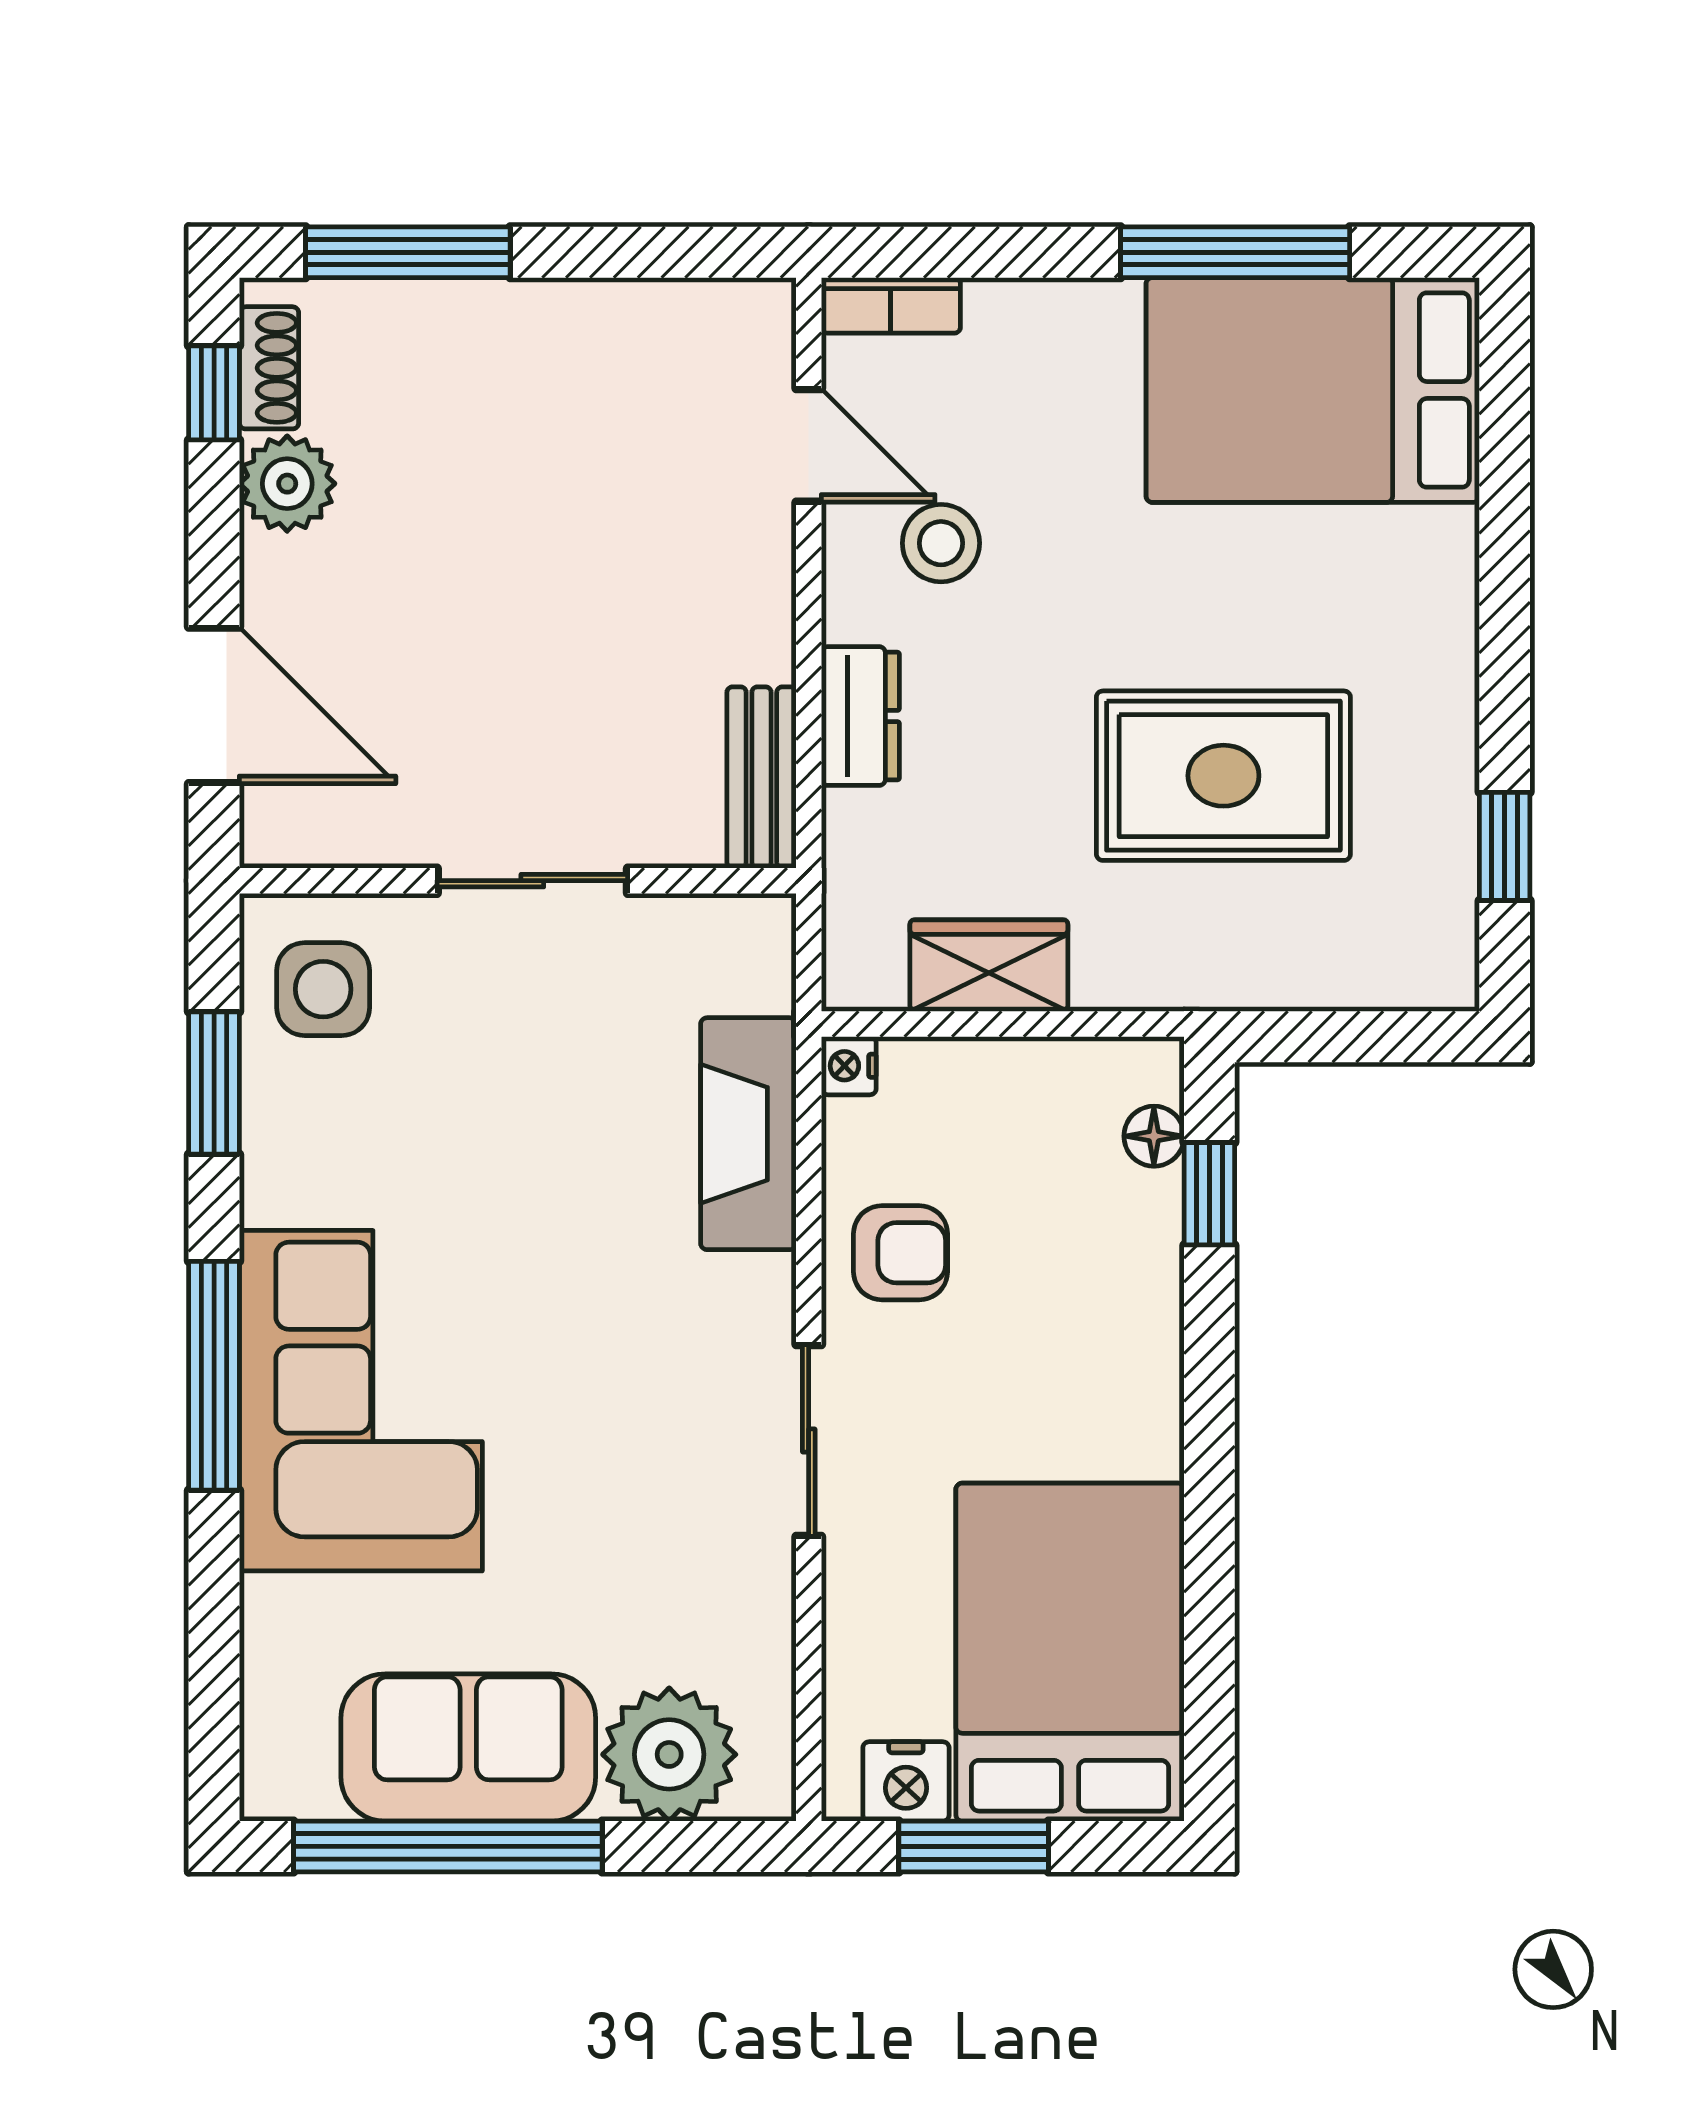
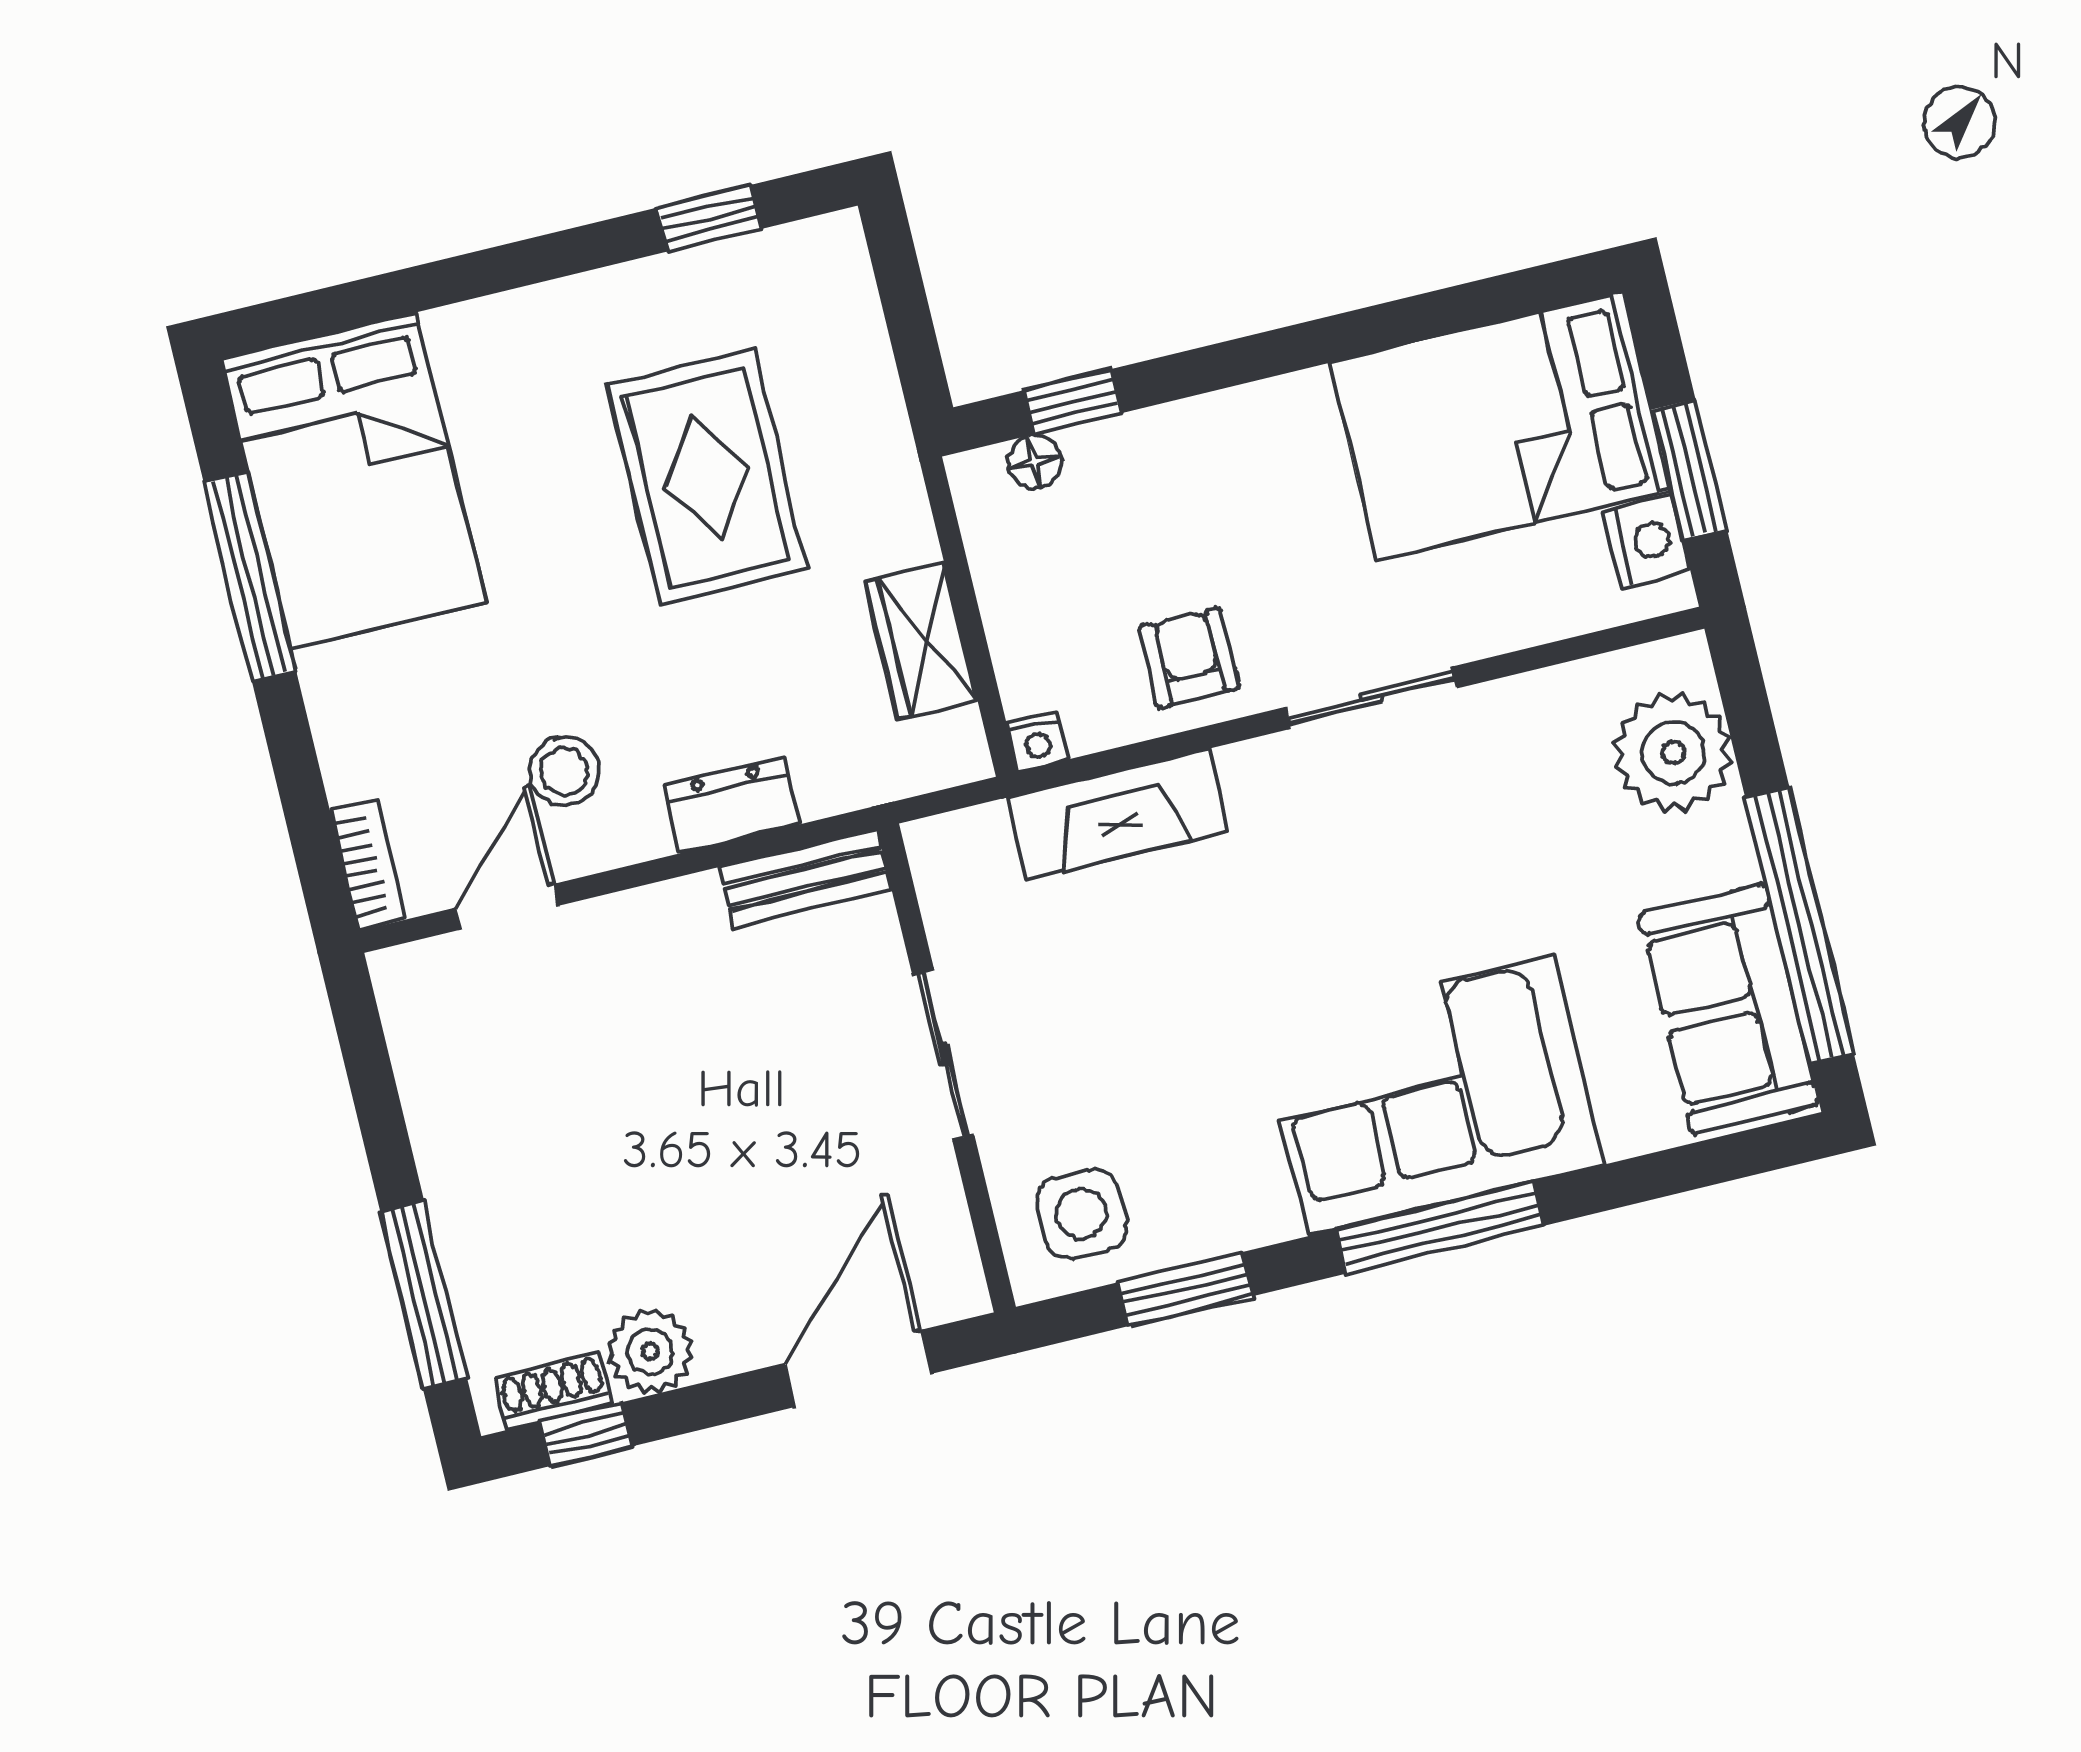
sofa: (468, 1747) -> (1729, 1009), moved

